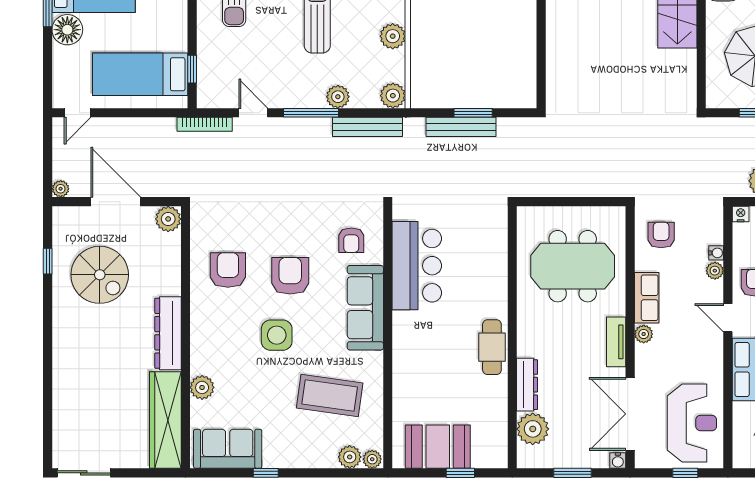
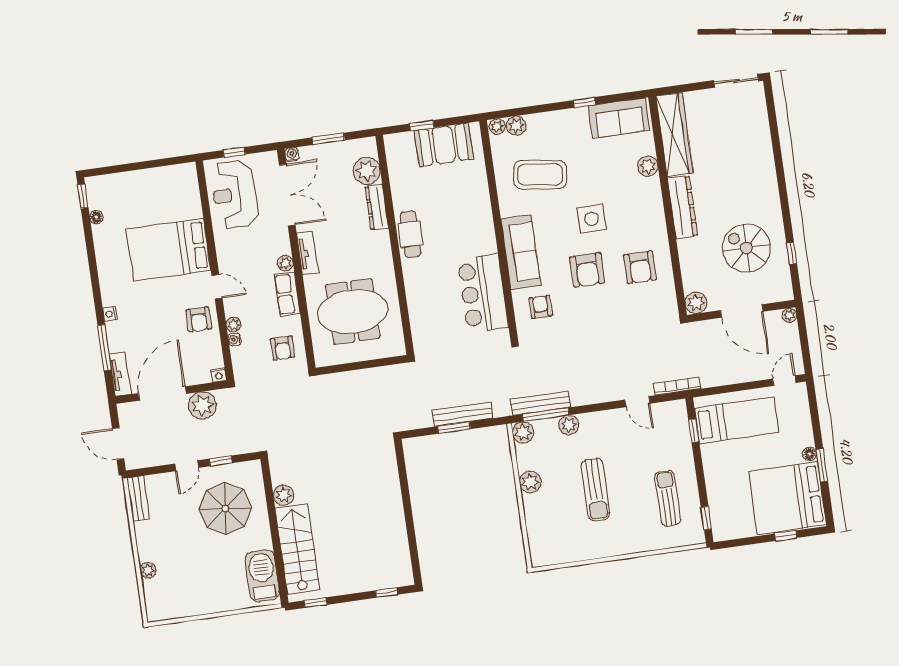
floor lamp: (67, 30) -> (809, 454), width x0.53, depth x0.53
plant: (685, 62) -> (283, 495), added
window: (311, 113) -> (546, 415), moved

